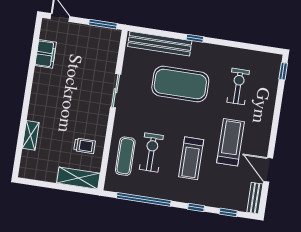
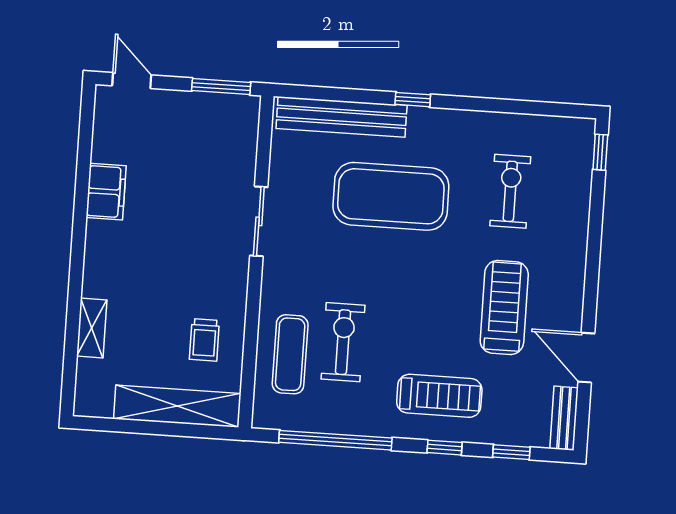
filing cabinet: (46, 54) -> (106, 192), moved
trolley: (85, 146) -> (204, 340), turned 90
treadmill: (191, 158) -> (439, 396), moved, turned -90
shelving: (78, 178) -> (177, 406), width x1.47

